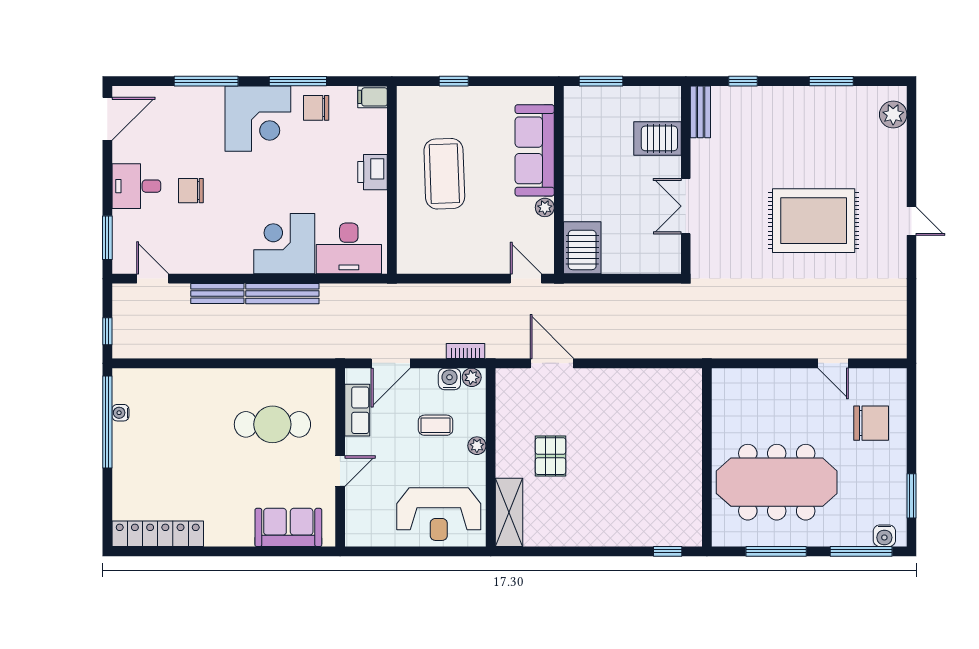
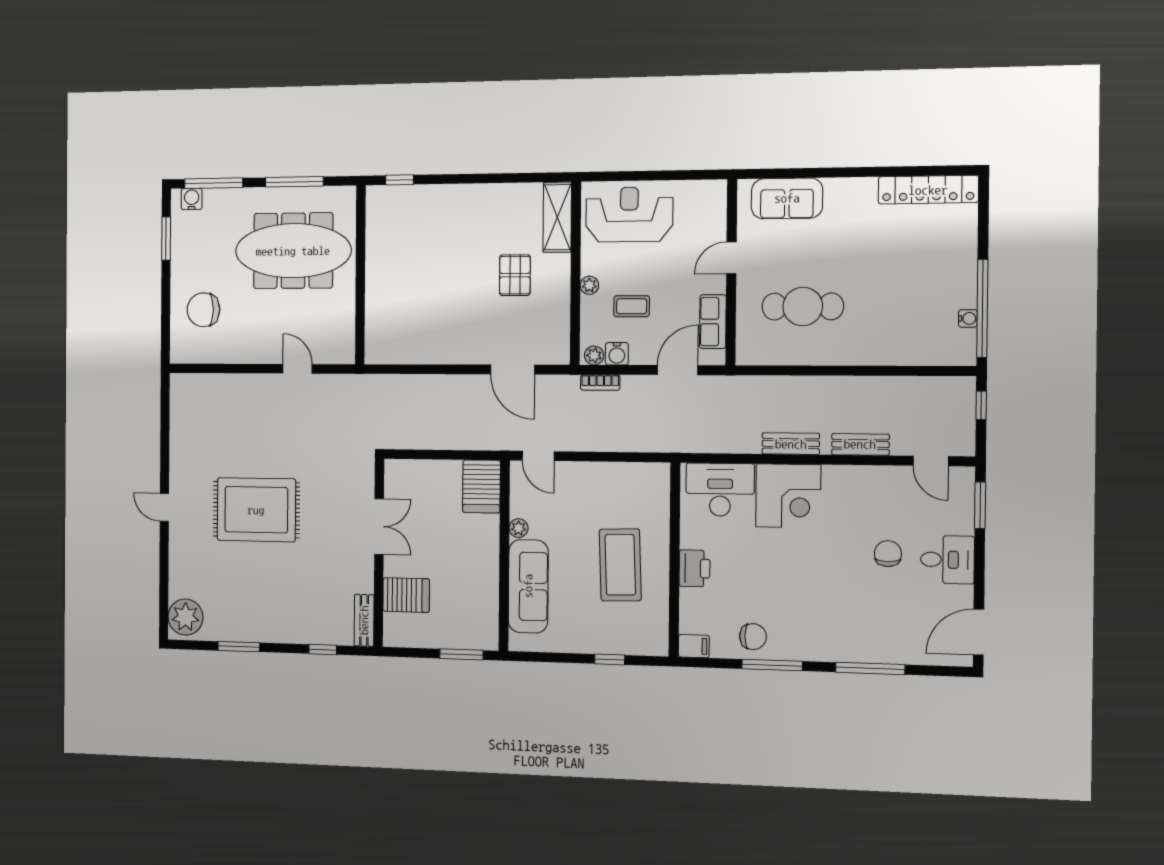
plant: (893, 115) -> (185, 617), width x1.36, depth x1.36
corner desk: (258, 119) -> (815, 627), removed
chair: (191, 191) -> (888, 554), turned -90
bench: (282, 294) -> (791, 444), width x0.73
door: (833, 363) -> (297, 369), moved

